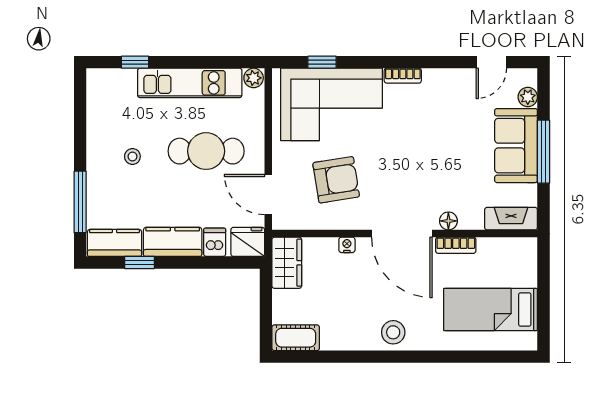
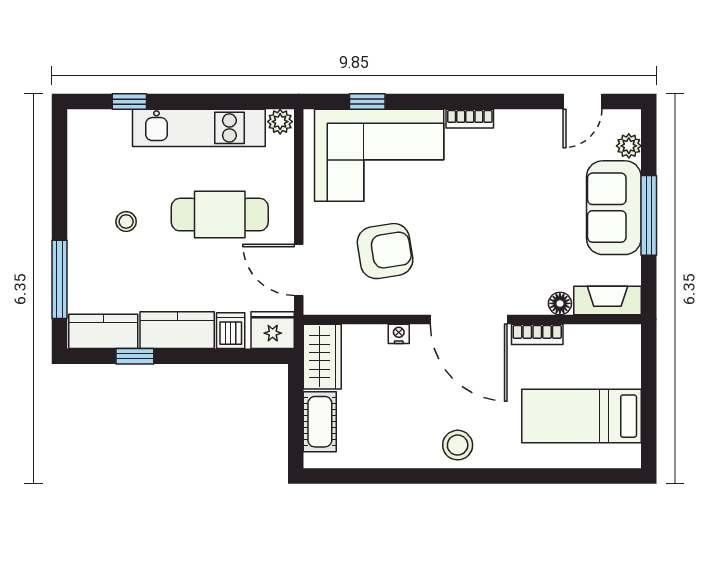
floor lamp: (448, 221) -> (560, 303), moved
cot: (296, 338) -> (320, 422), moved, turned 90

